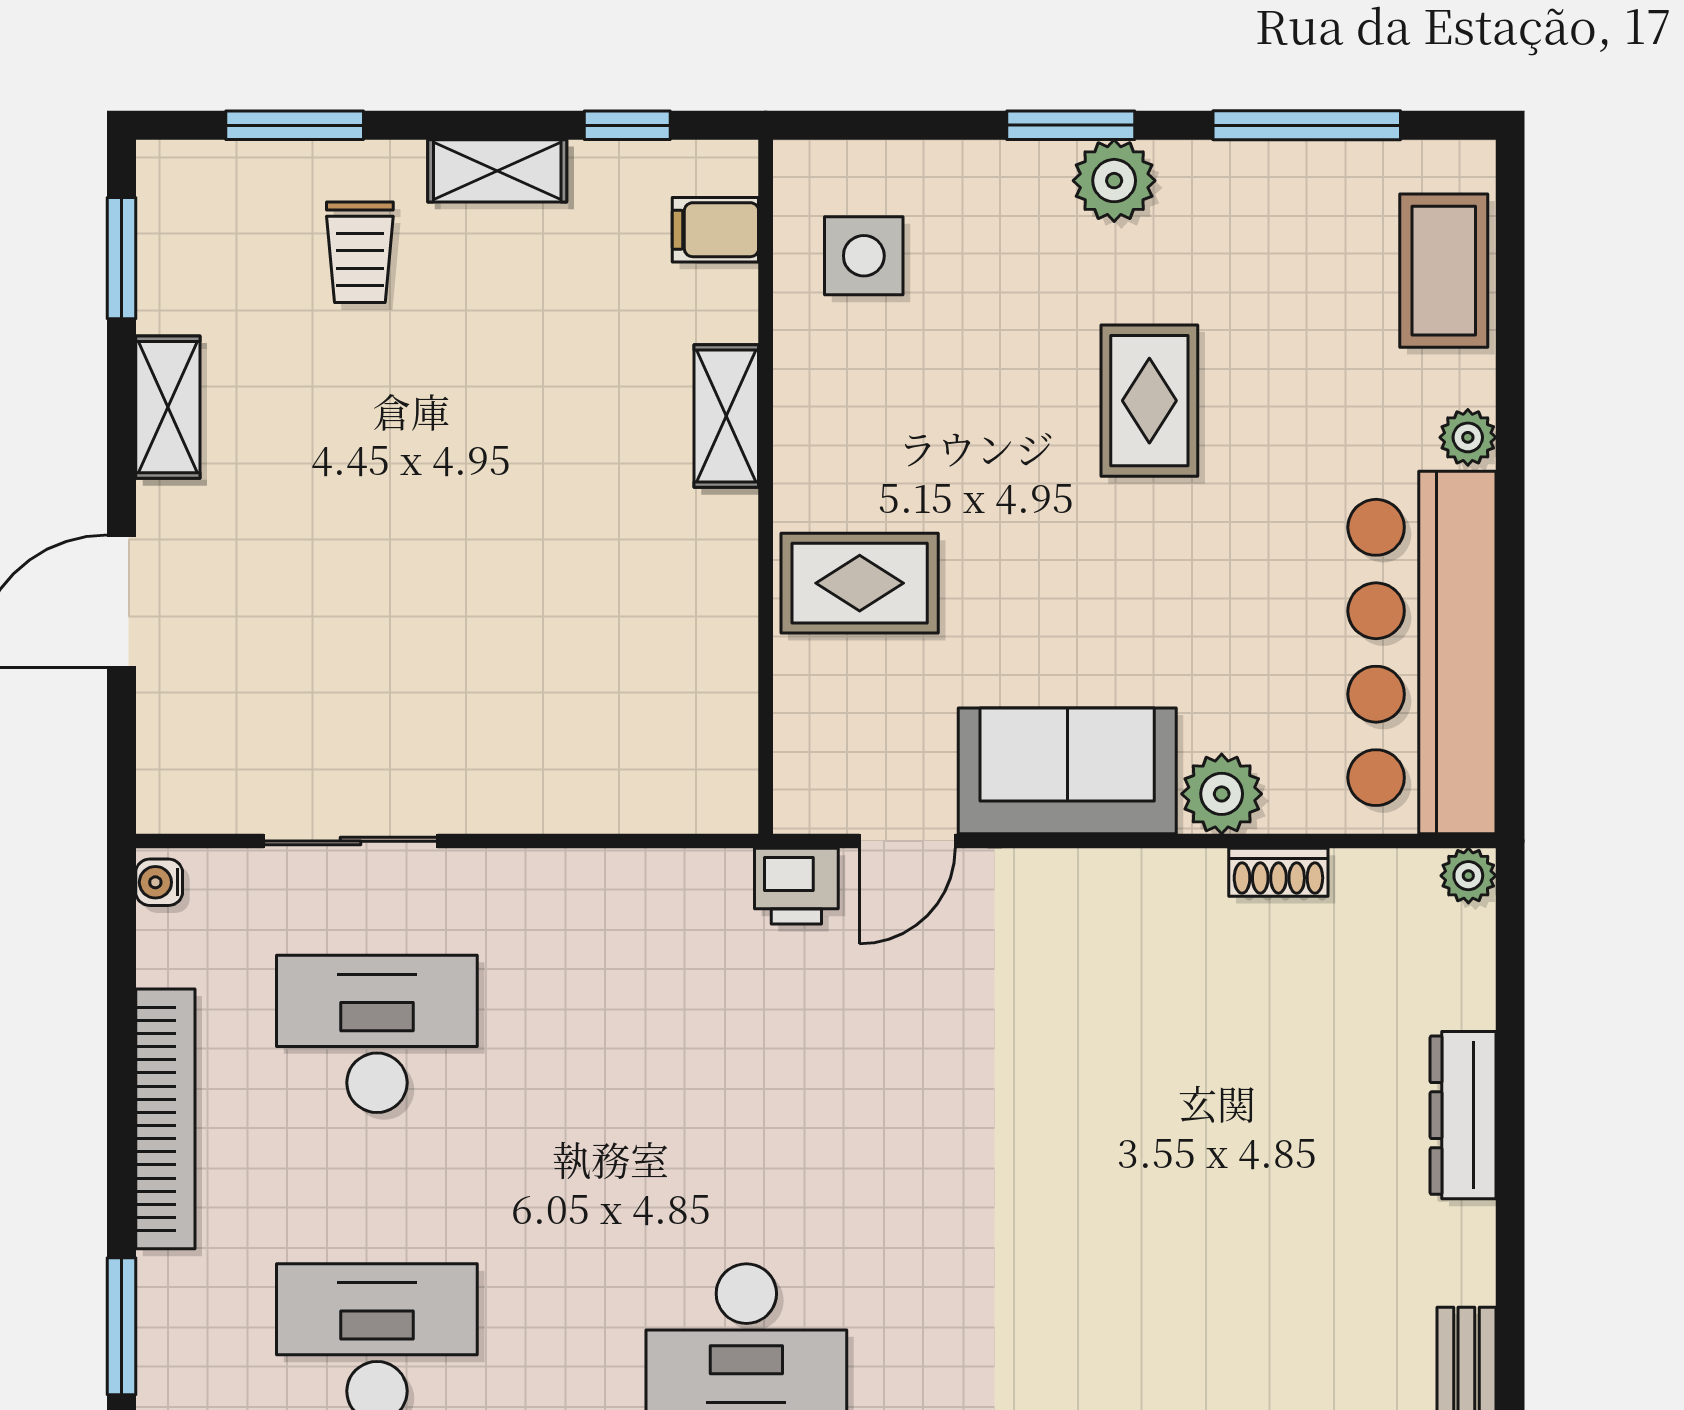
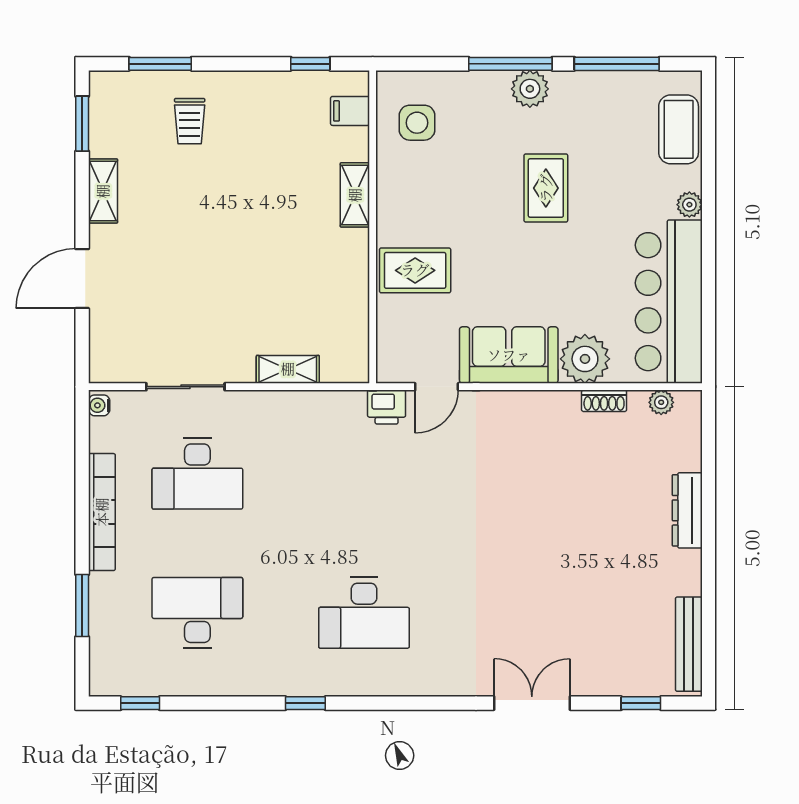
window: (1071, 125) -> (510, 64), width x1.44
shelving: (497, 171) -> (288, 369), moved
plant: (1222, 794) -> (585, 359), width x1.36, depth x1.36
plant: (1468, 876) -> (661, 402), moved
desk: (377, 1034) -> (197, 474), turned 180

